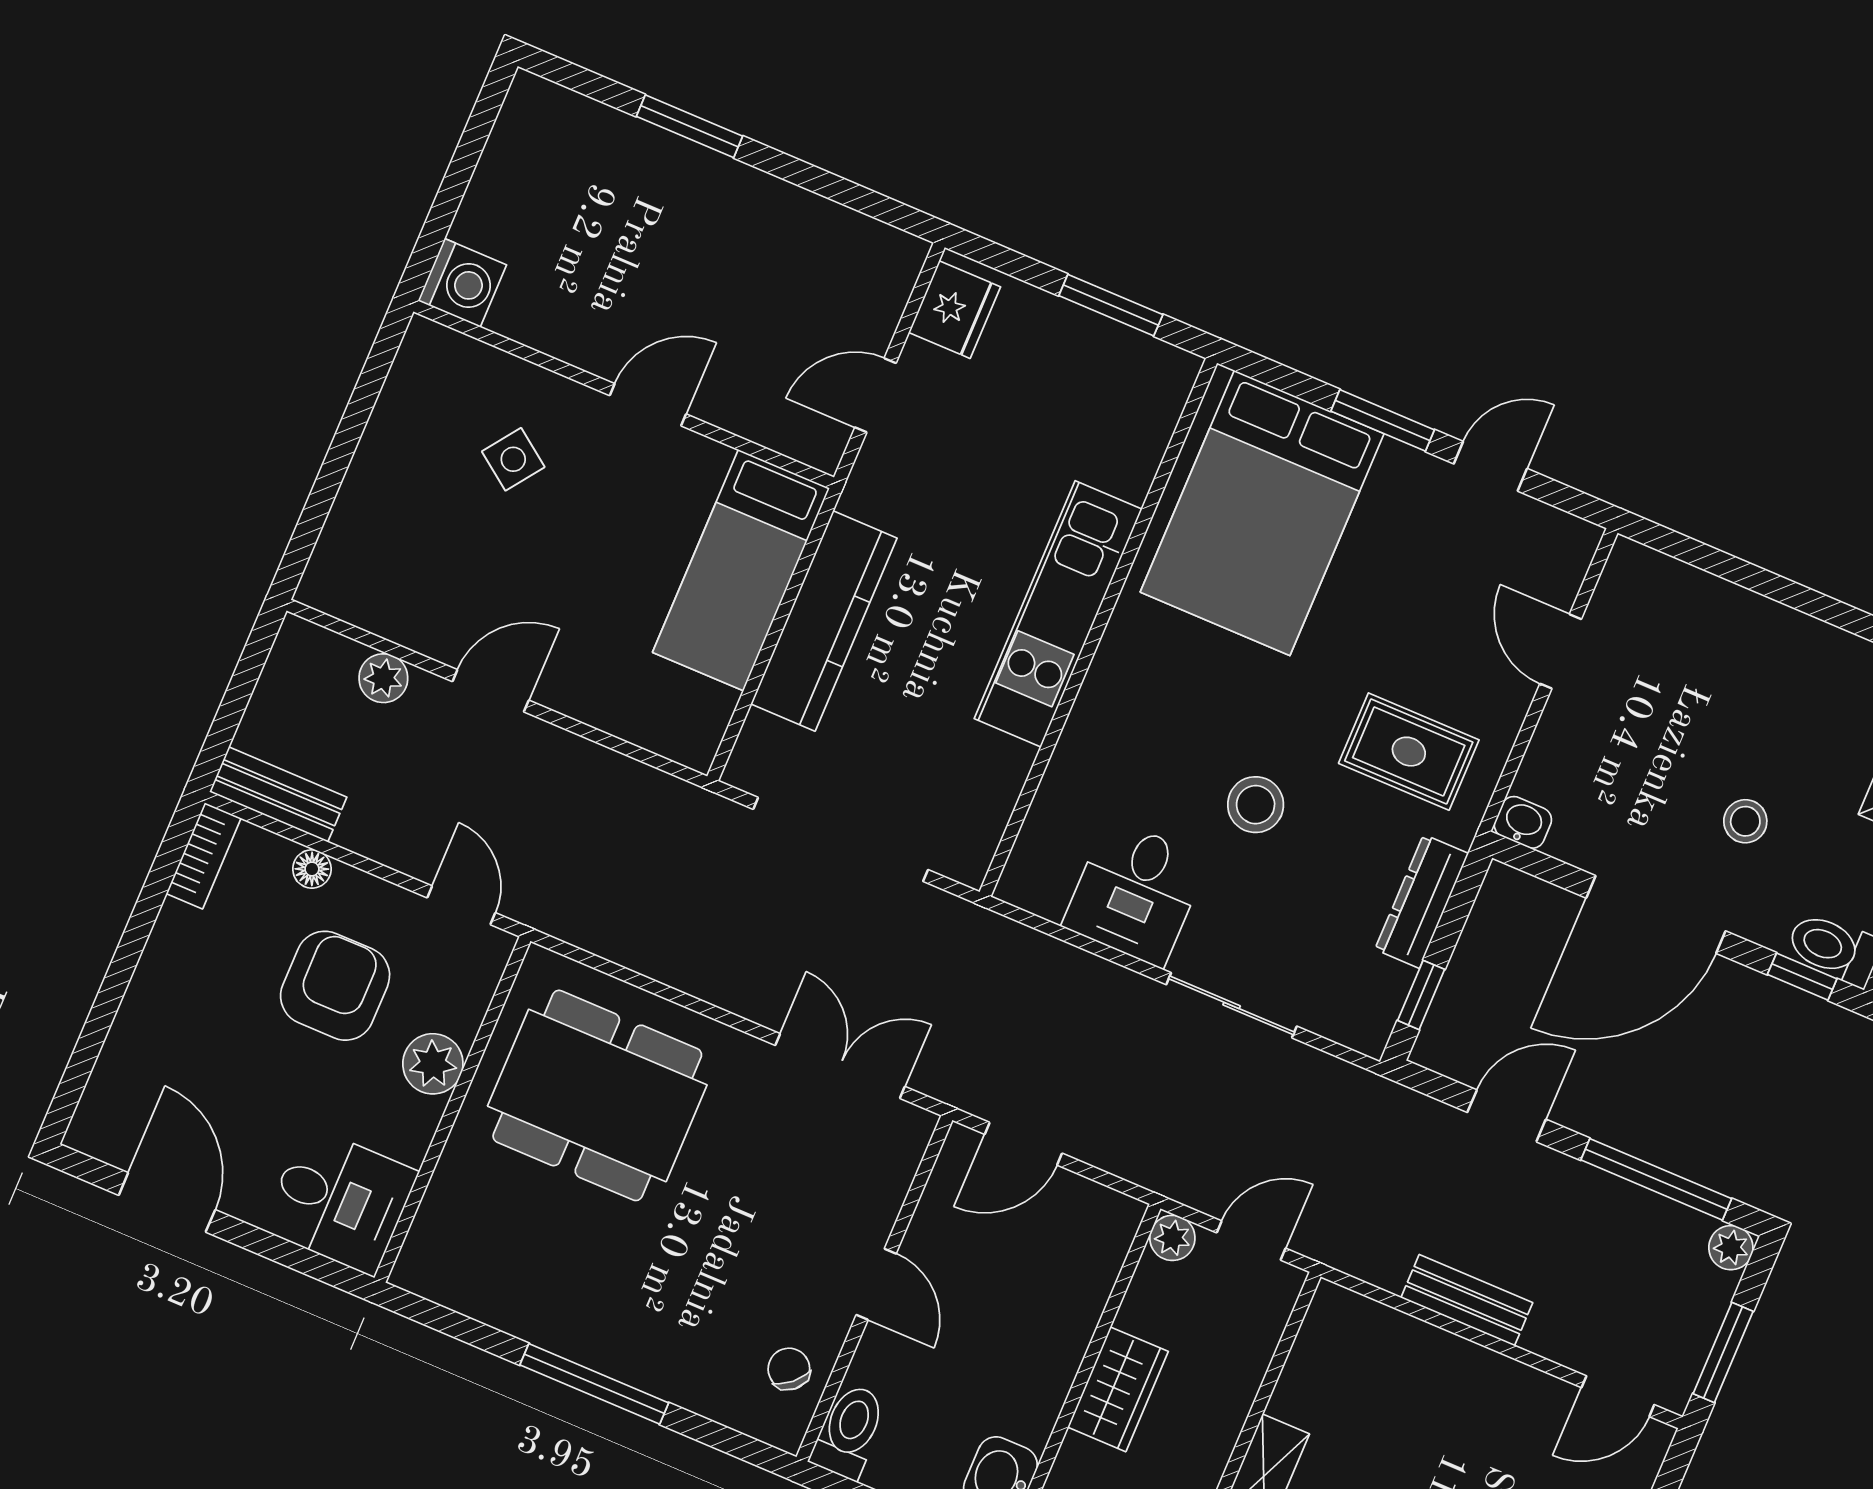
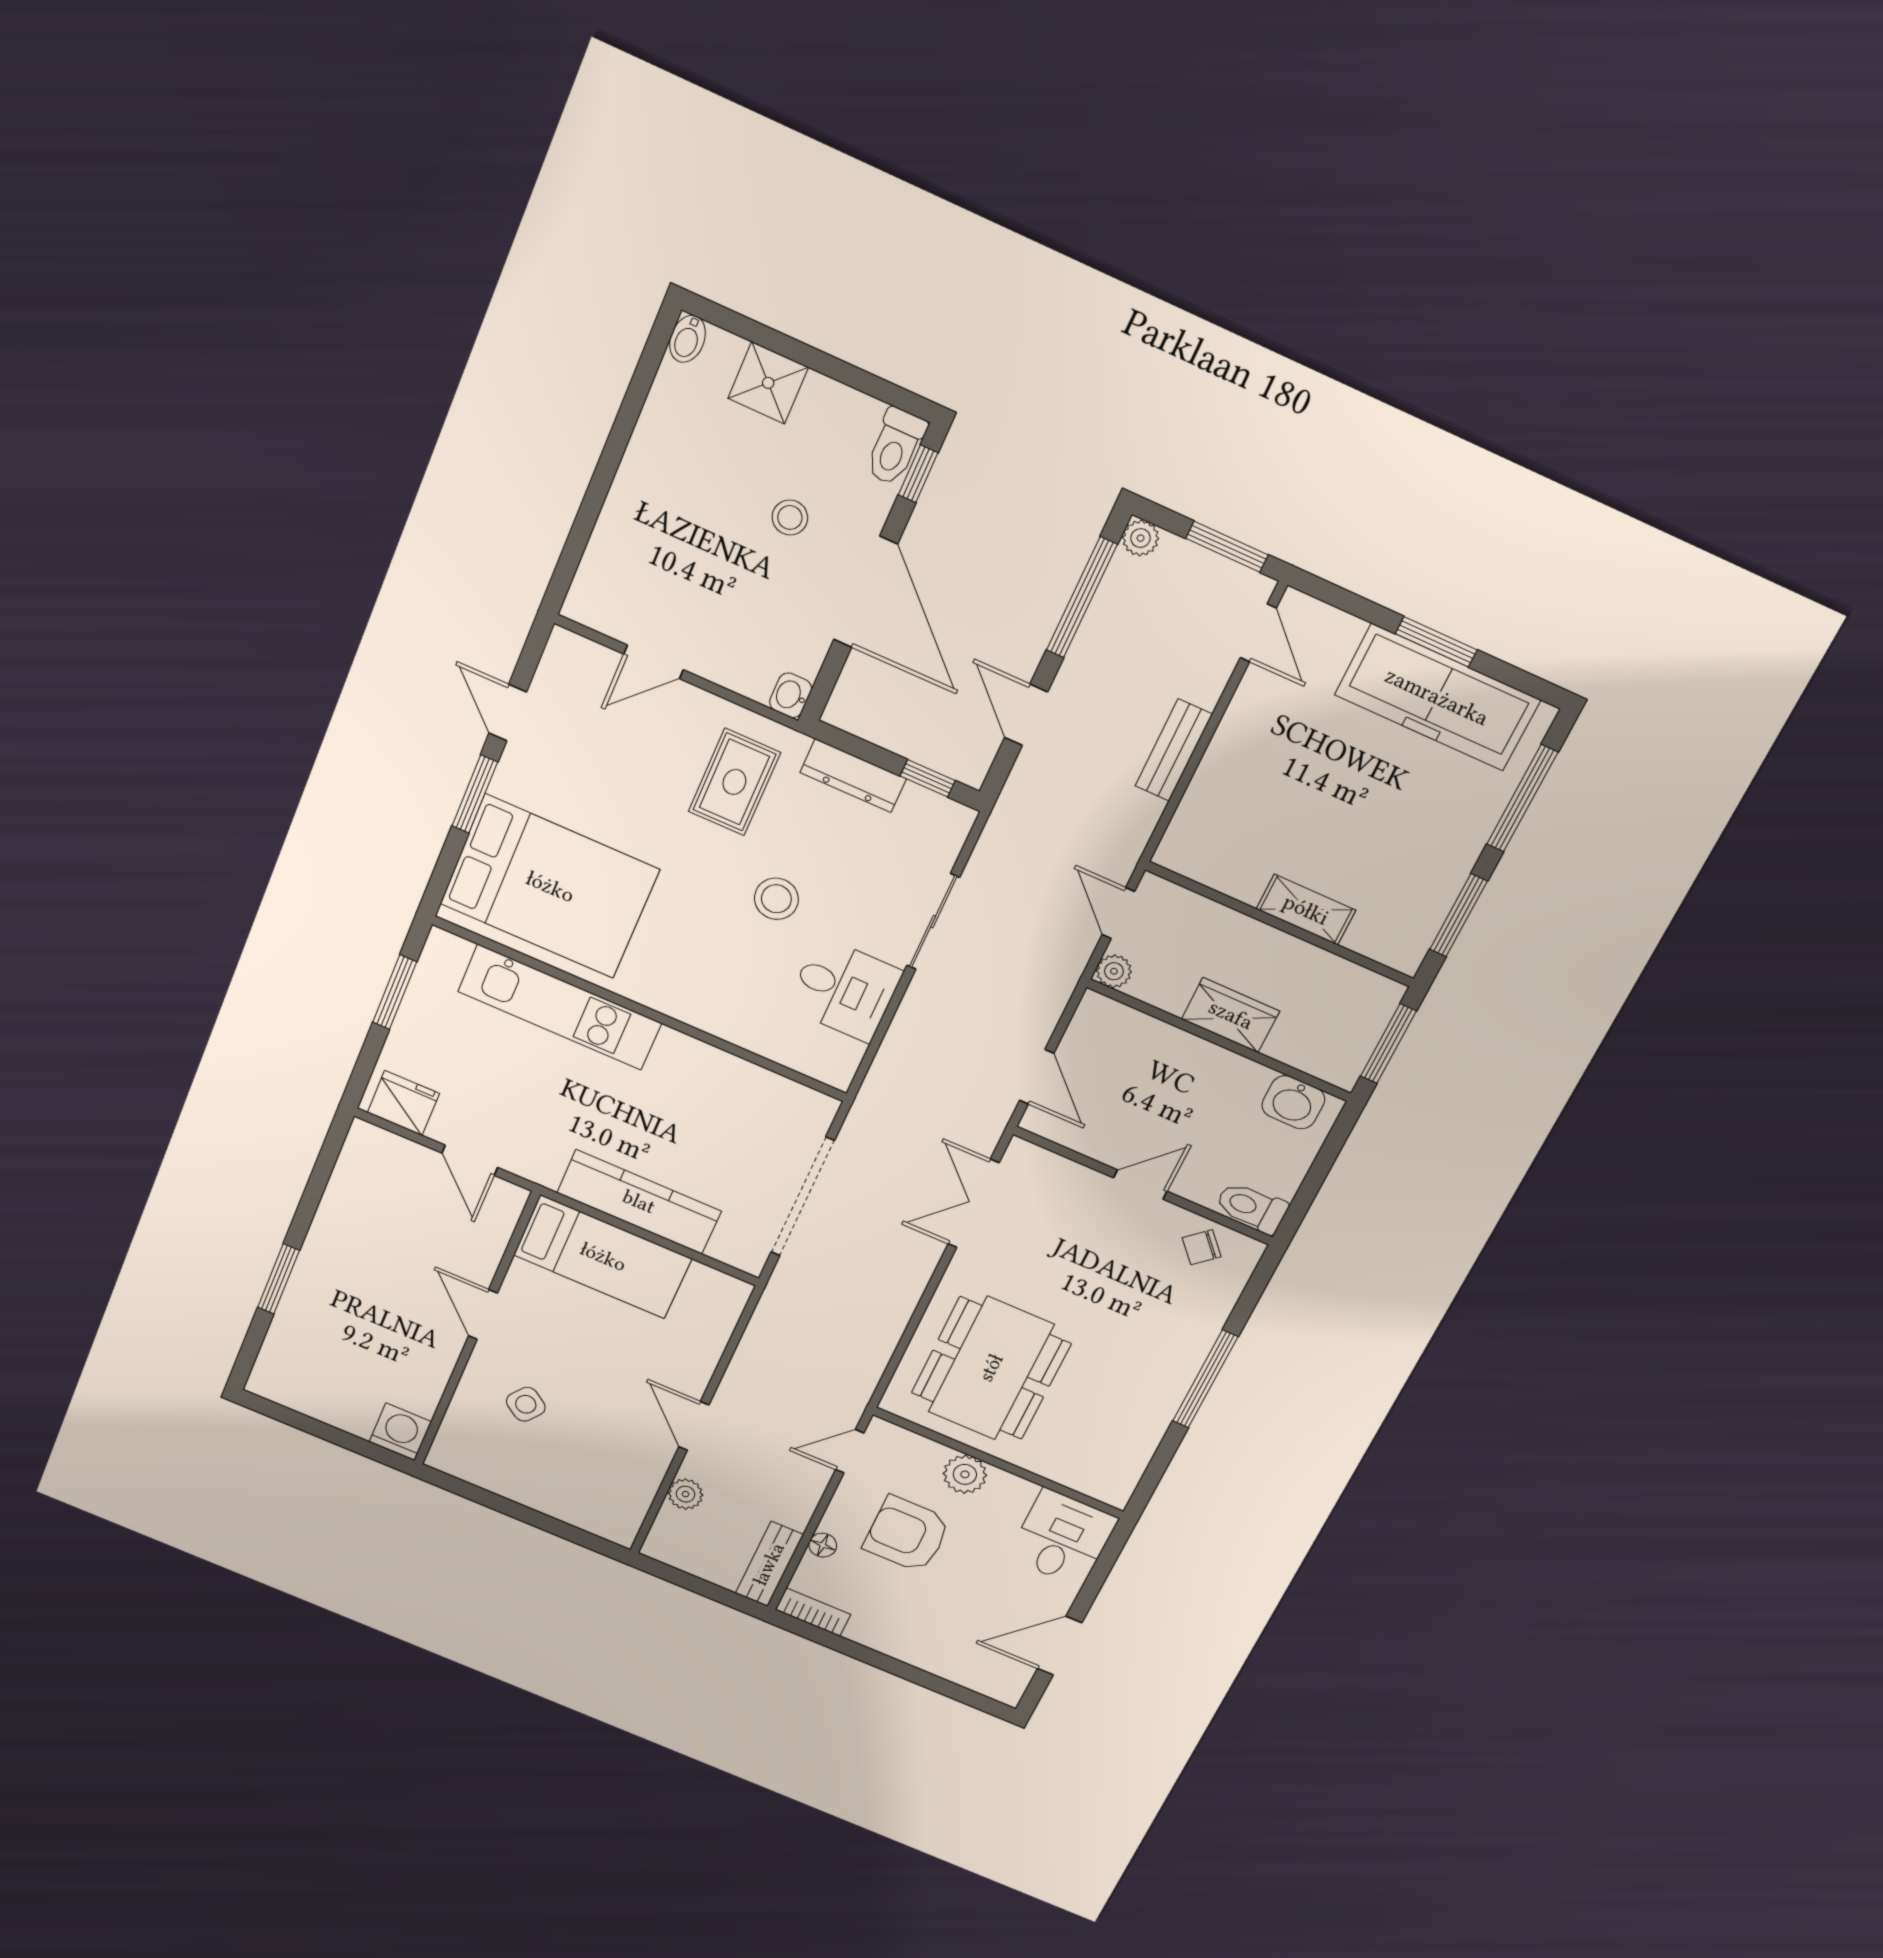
kitchen unit: (1058, 614) -> (560, 1007), moved

